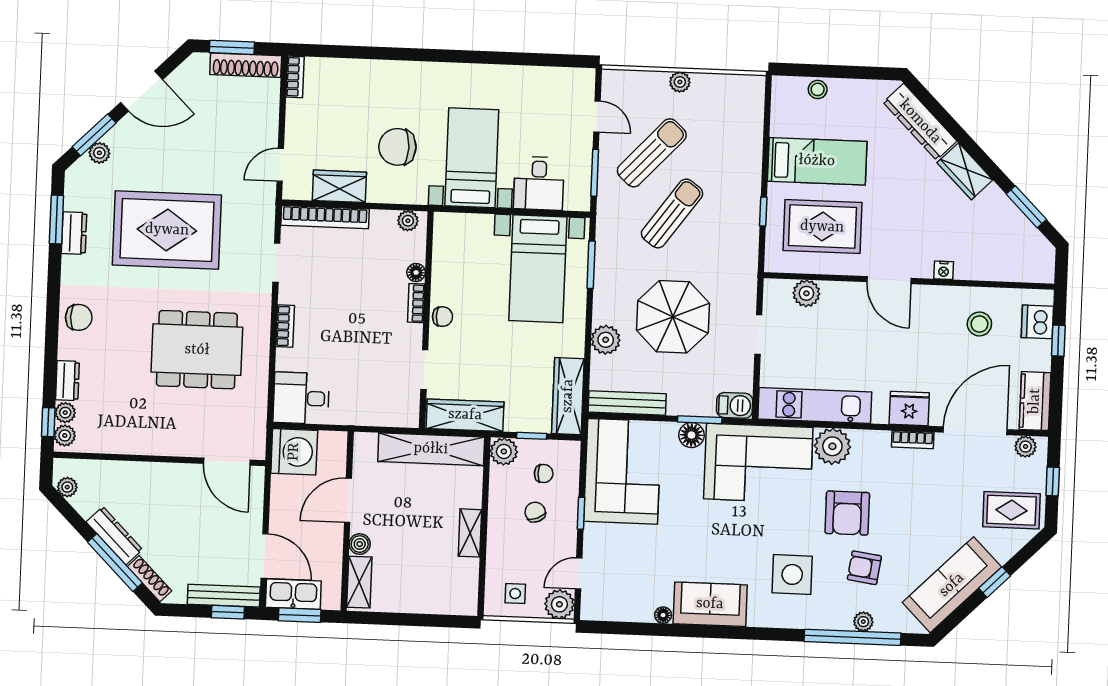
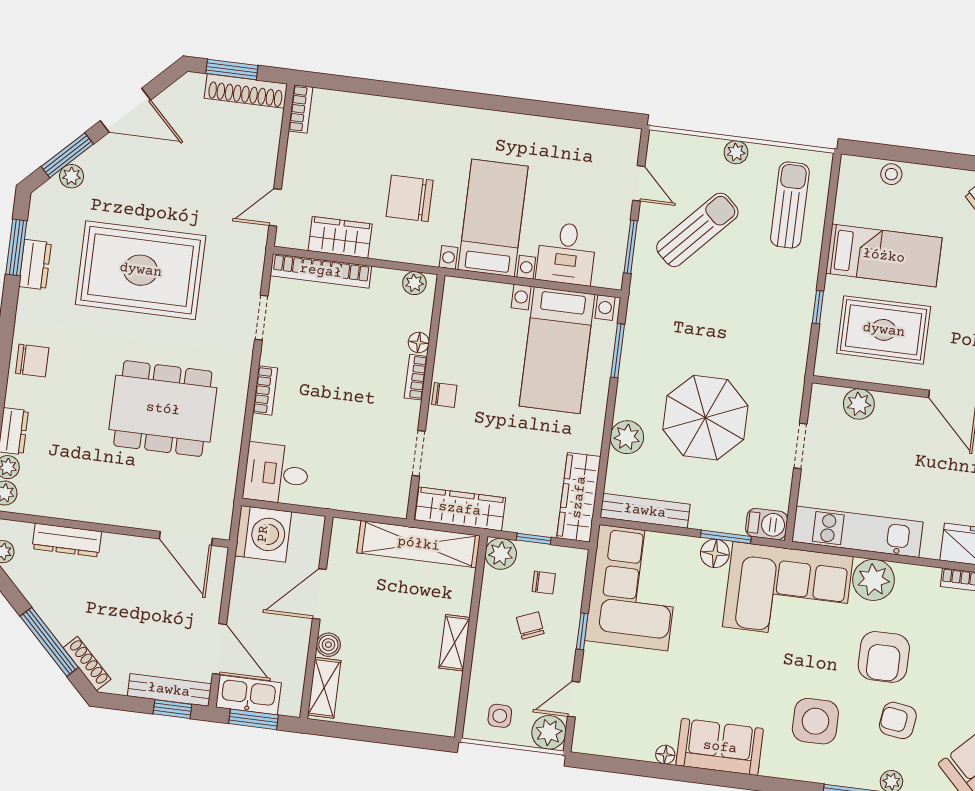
sun lounger: (672, 214) -> (790, 205), moved, turned -36
dresser: (114, 536) -> (67, 540), moved, turned 135

